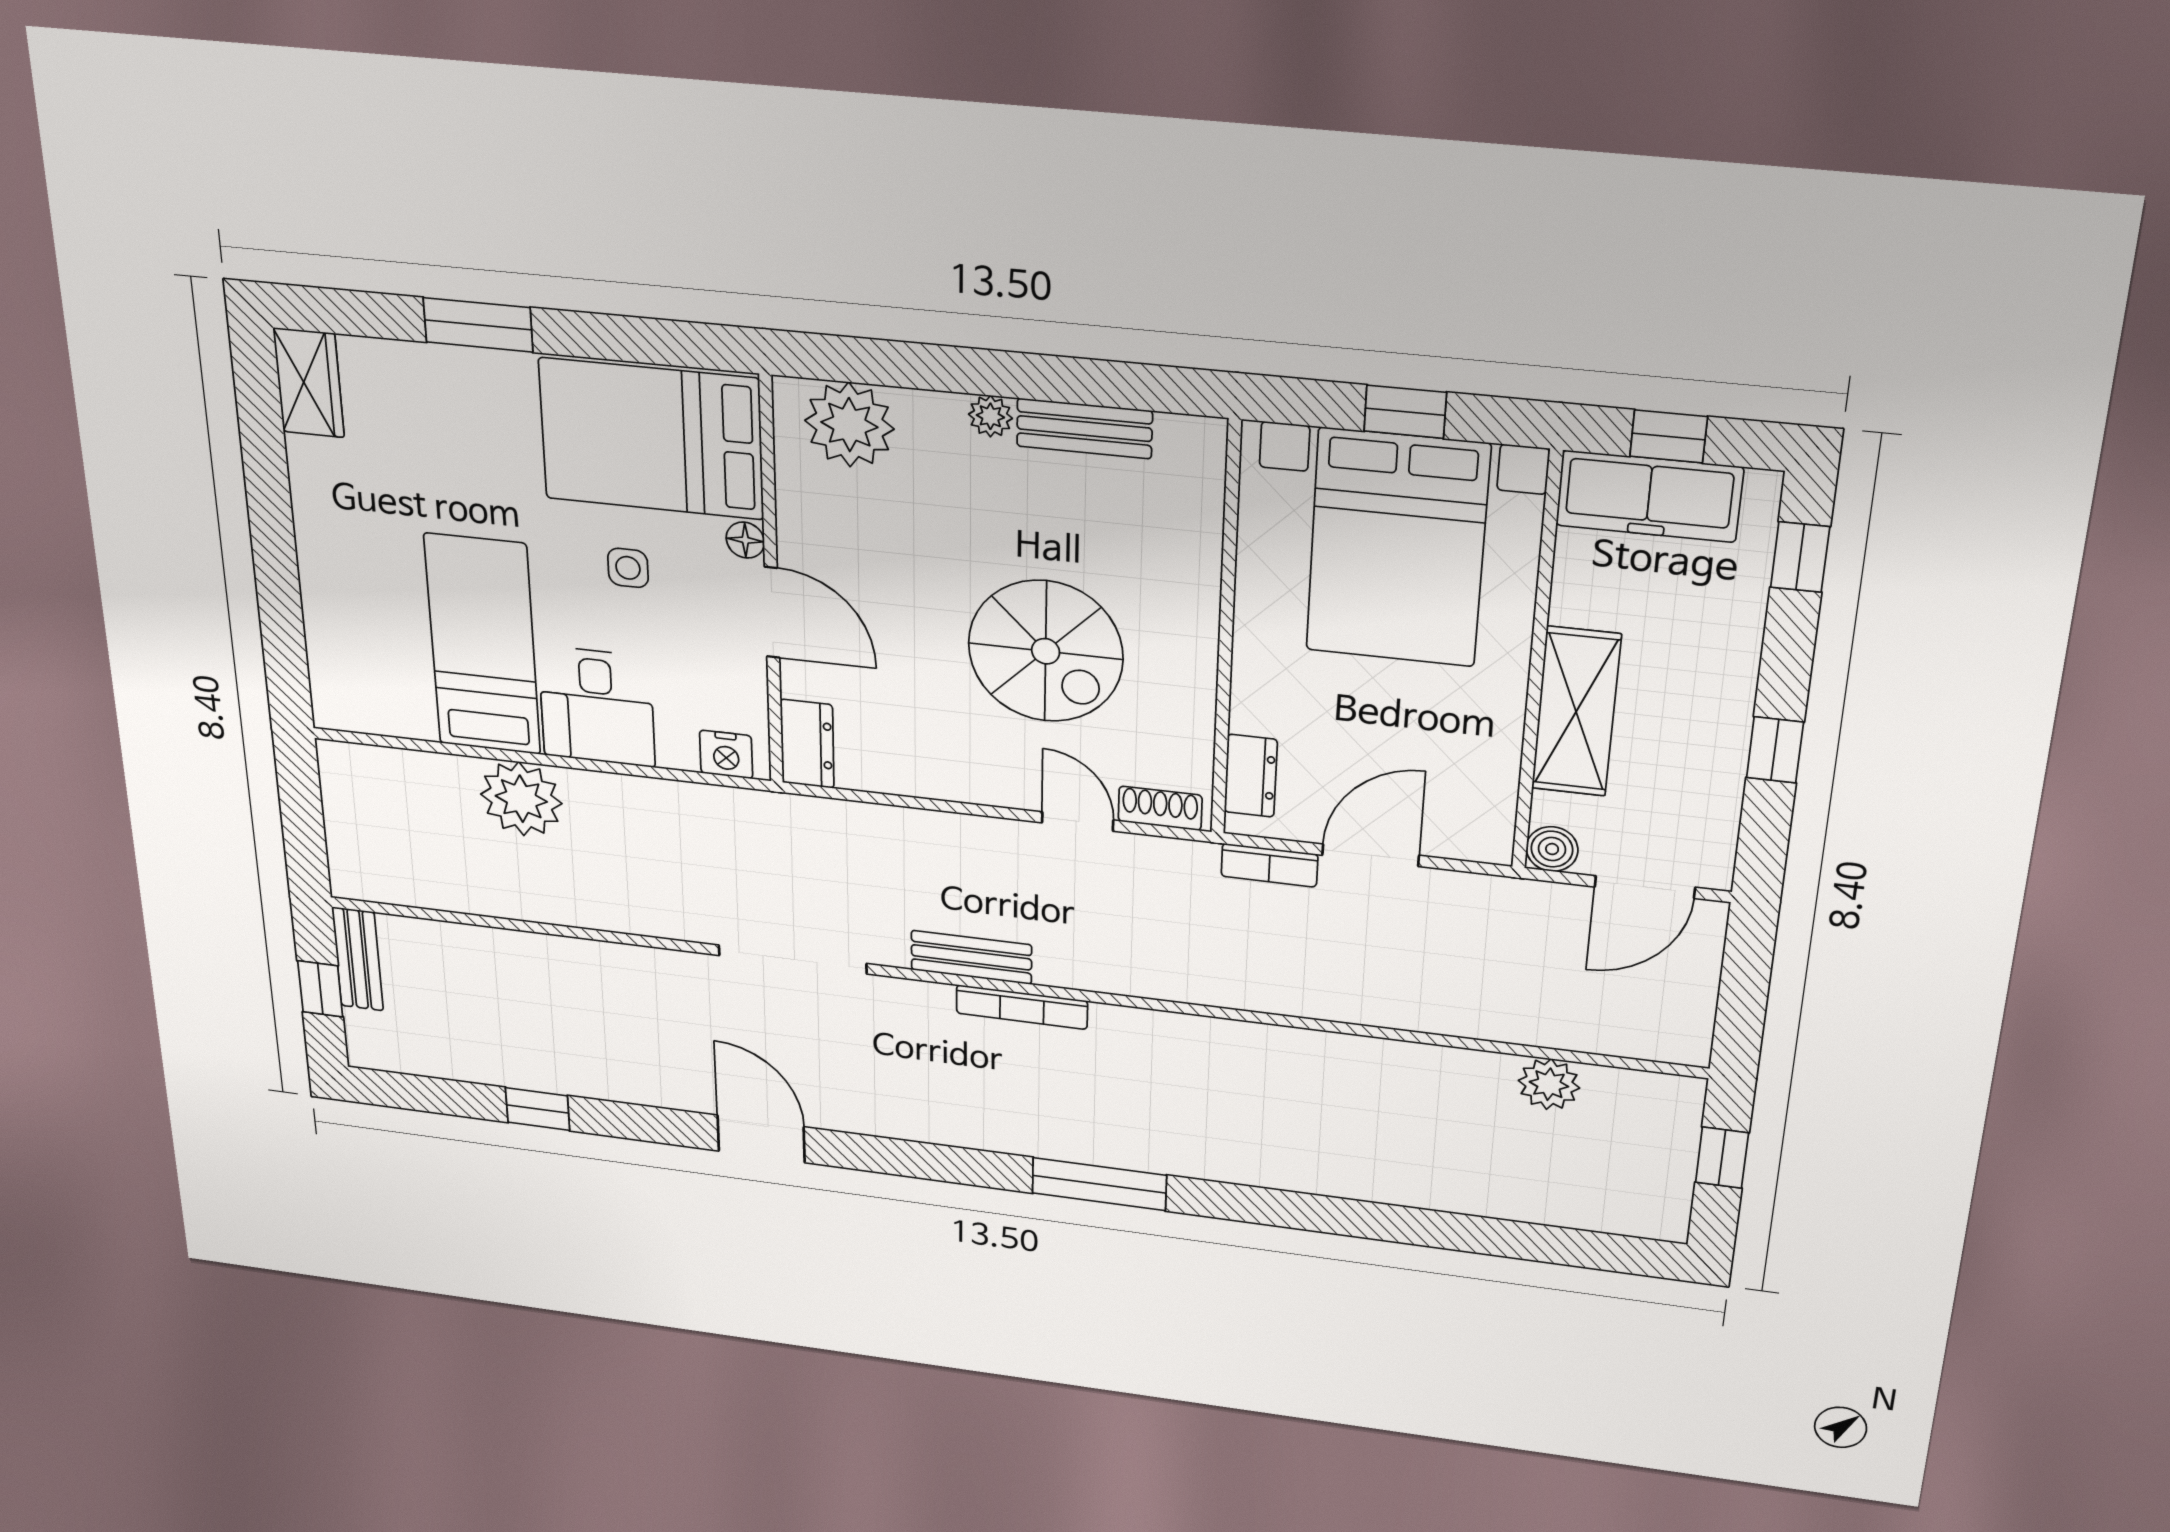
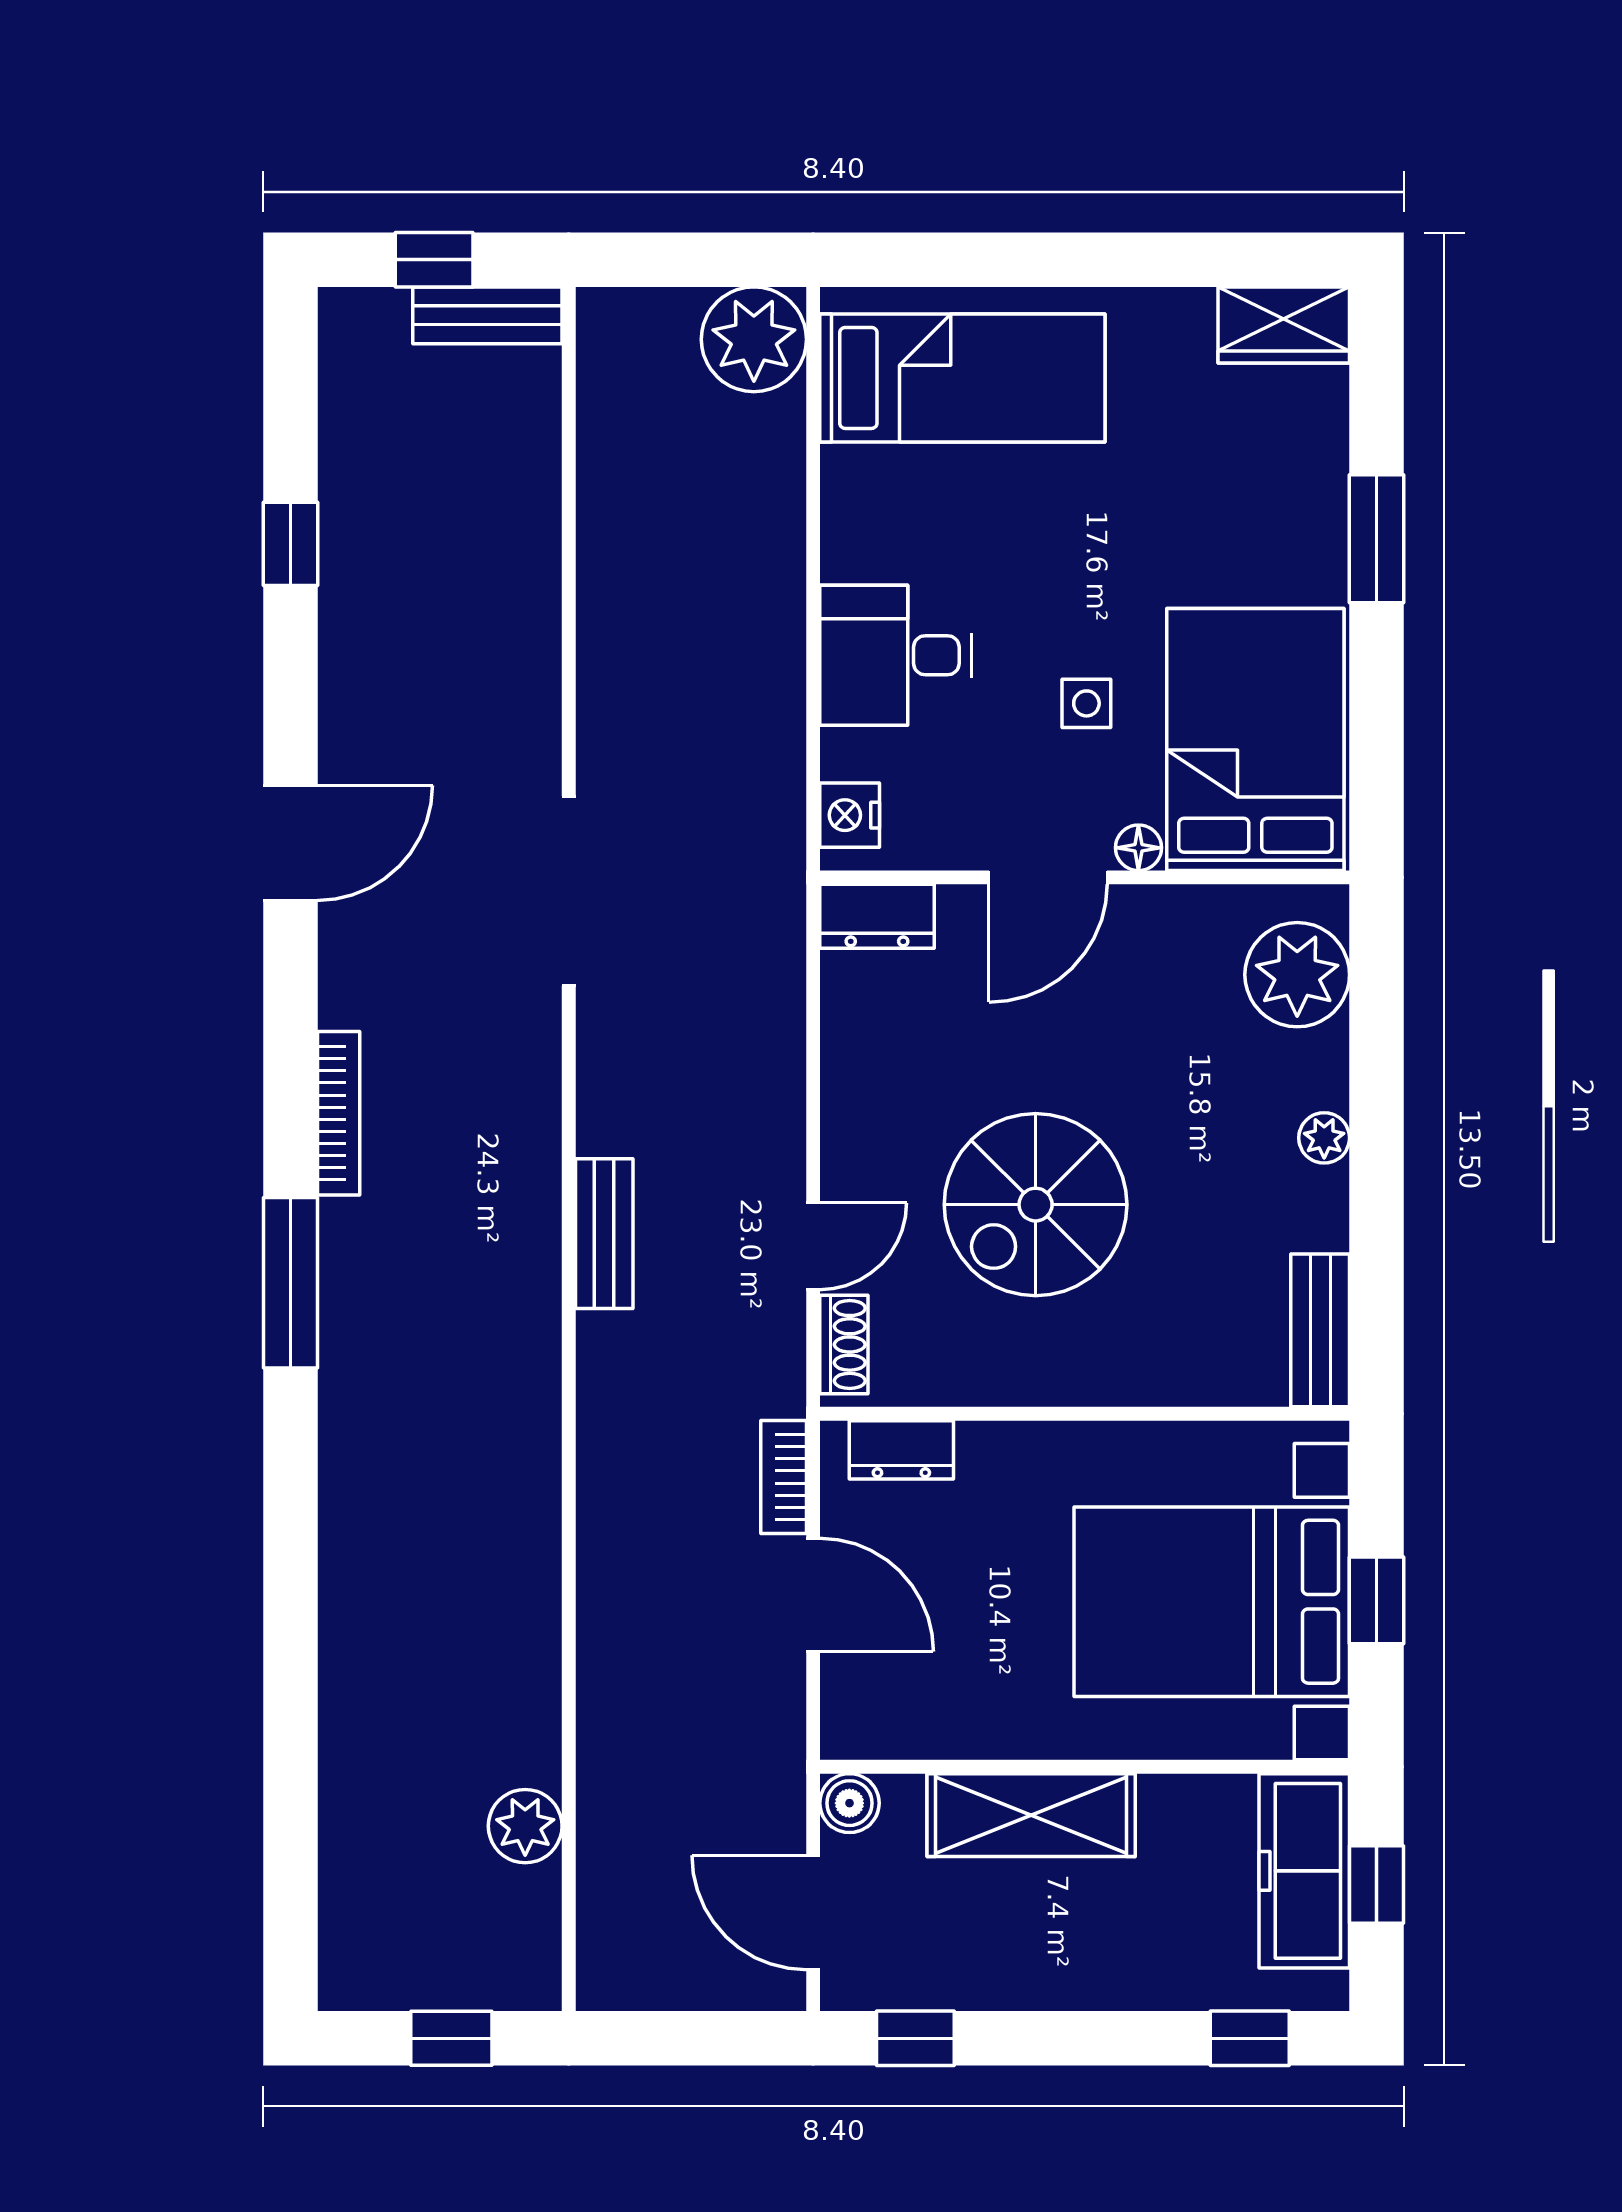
bench: (1084, 429) -> (1320, 1330), moved
bed: (483, 645) -> (962, 378), moved
window: (1775, 750) -> (915, 2038), moved
plant: (521, 799) -> (754, 339), moved
bench: (971, 957) -> (604, 1234), moved
bookcase: (1022, 1007) -> (339, 1113), moved, turned 180

